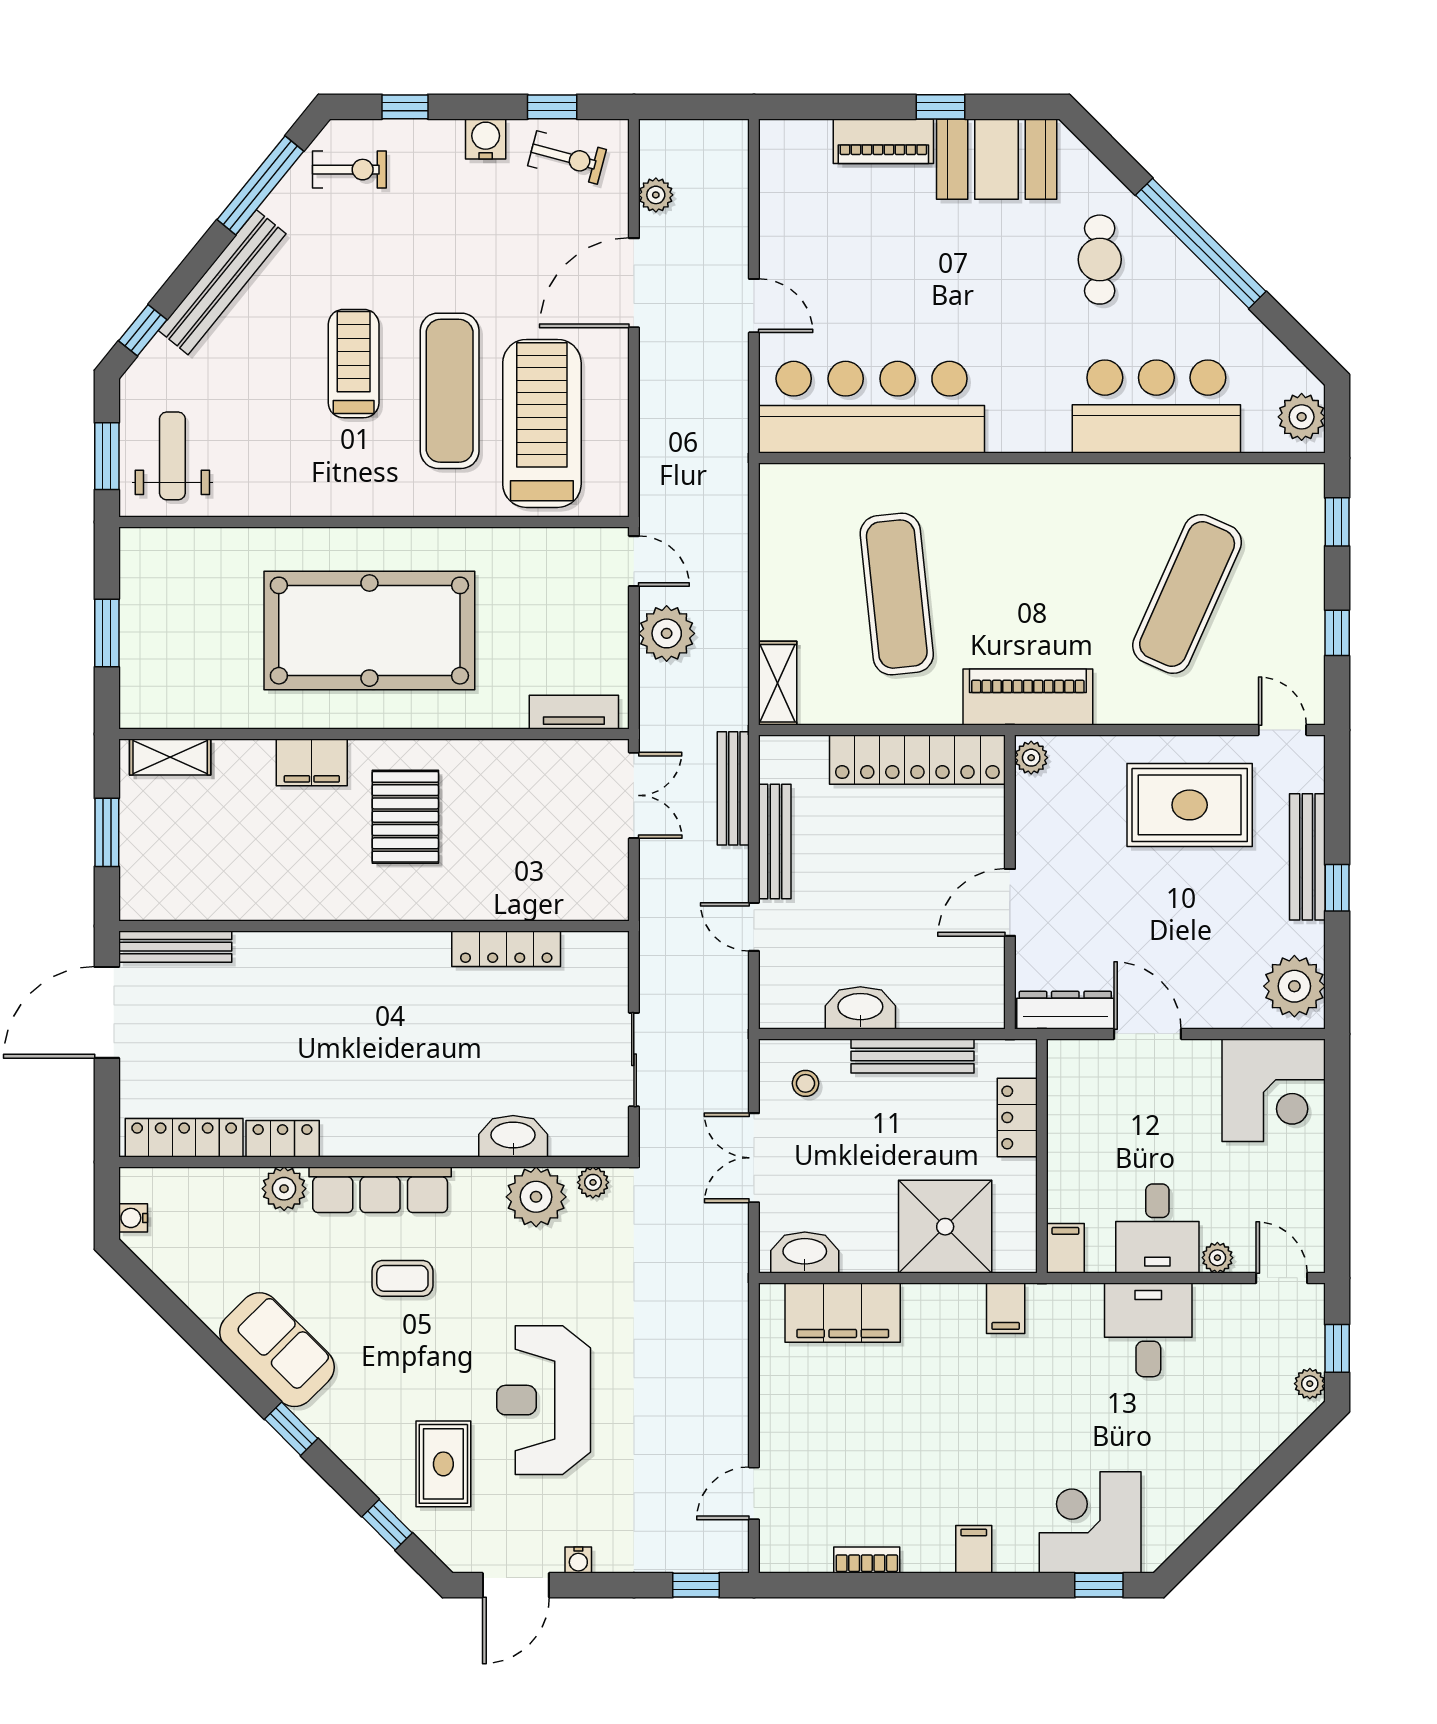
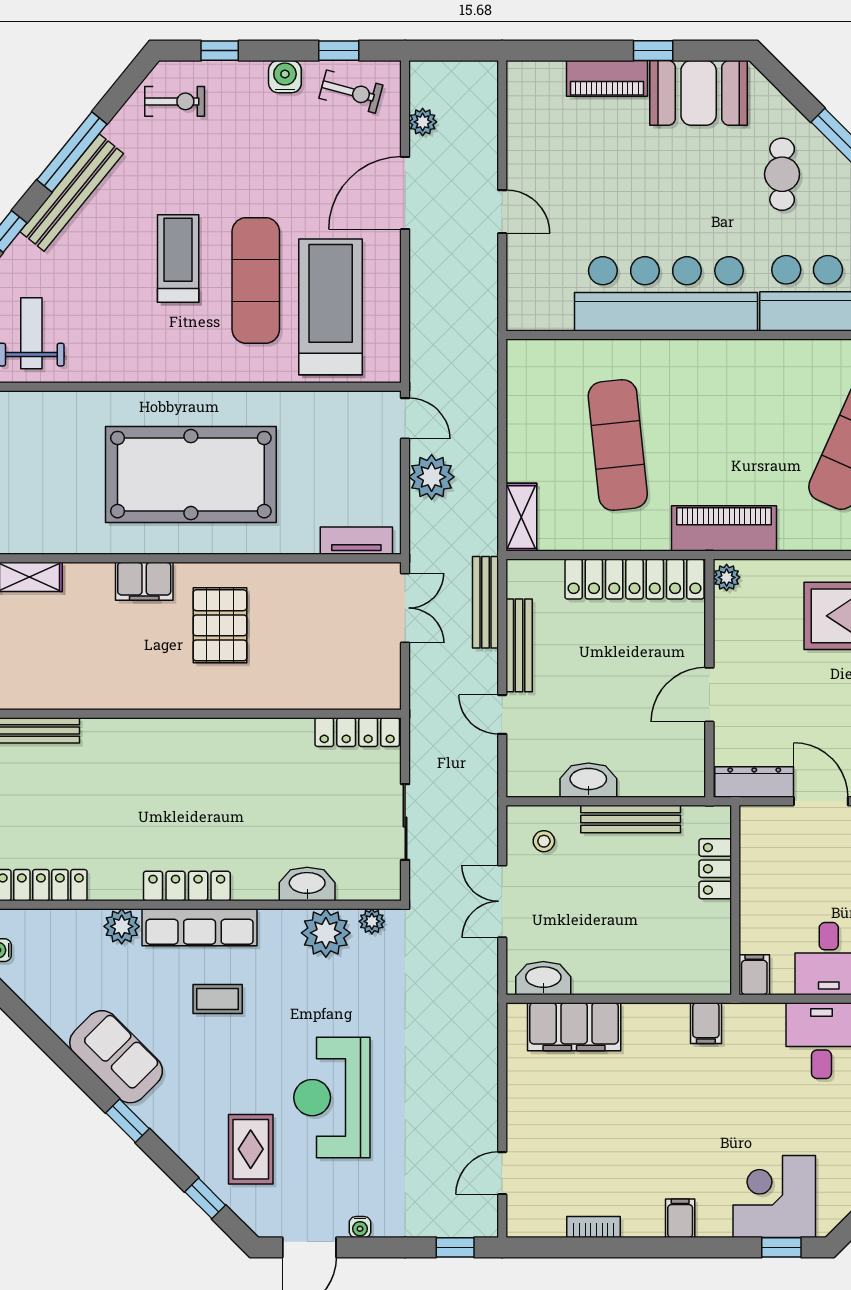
window: (260, 185) -> (72, 152), moved
bar counter: (872, 407) -> (666, 294), moved
locker: (506, 949) -> (357, 732), moved
locker: (283, 1139) -> (187, 886), moved, width x1.53
shower: (945, 1227) -> (657, 957), removed

